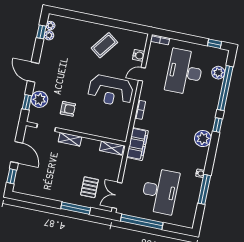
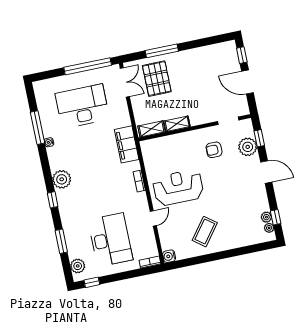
water cooler: (139, 55) -> (169, 256), moved
plant: (218, 73) -> (78, 266), moved
window: (225, 88) -> (61, 241), width x0.47
shelving: (70, 139) -> (177, 124), moved
pallet: (90, 187) -> (157, 79), width x1.50, depth x1.42
desk: (160, 191) -> (82, 106), turned 90

